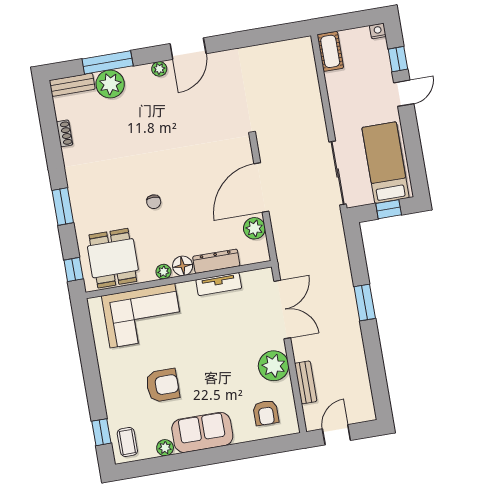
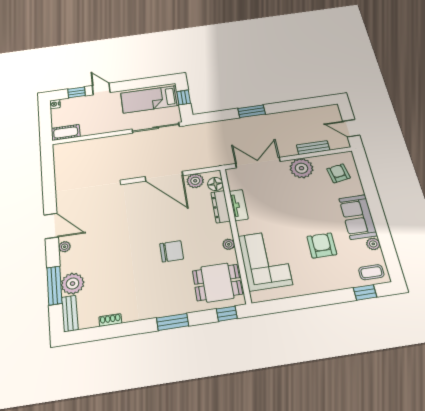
chair: (154, 202) -> (172, 251), width x1.87, depth x1.87
floor lamp: (183, 266) -> (215, 184), moved
armchair: (266, 413) -> (338, 173), turned -100

